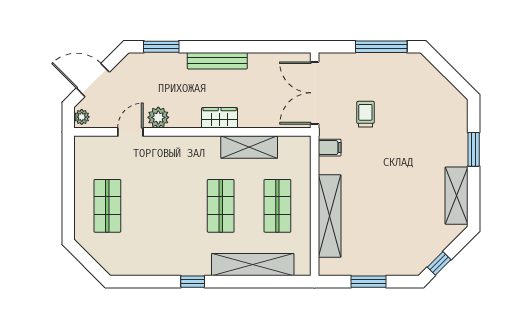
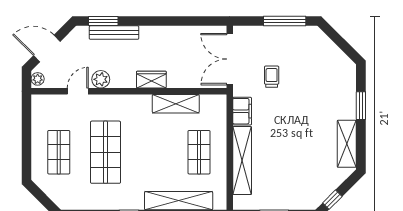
bench: (217, 61) -> (114, 33), moved
filing cabinet: (330, 148) -> (242, 111), width x2.00
shop shelf: (221, 206) -> (105, 152), moved, width x1.43, depth x1.36

